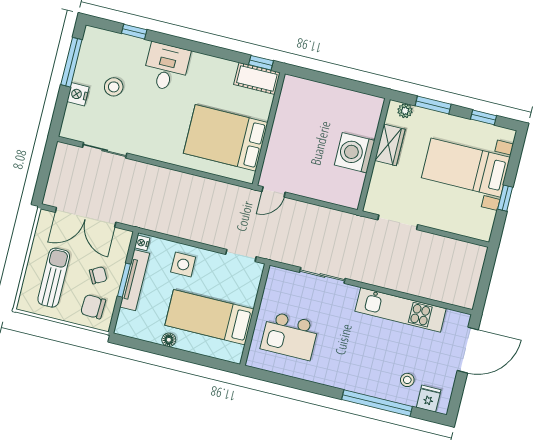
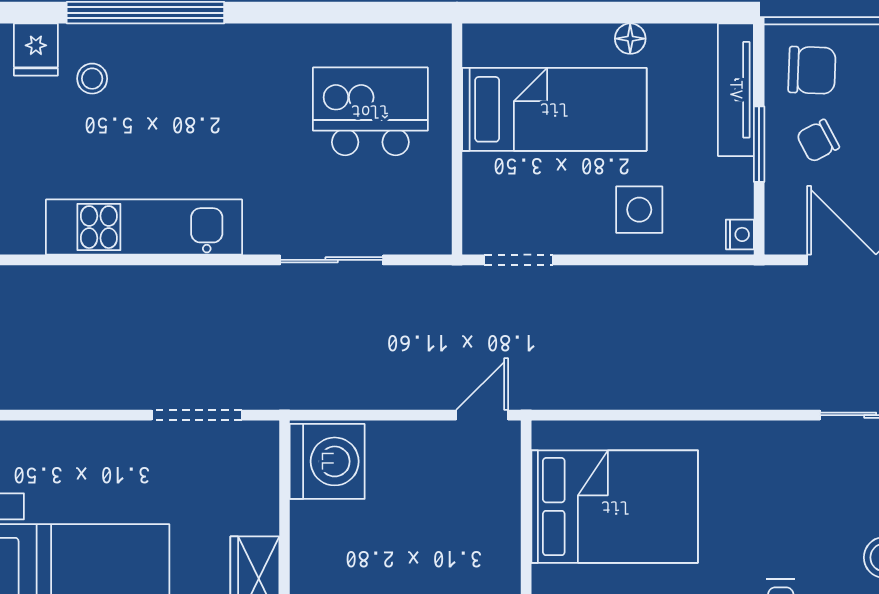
washing machine: (355, 153) -> (327, 461), moved
tv unit: (135, 280) -> (736, 90), moved

